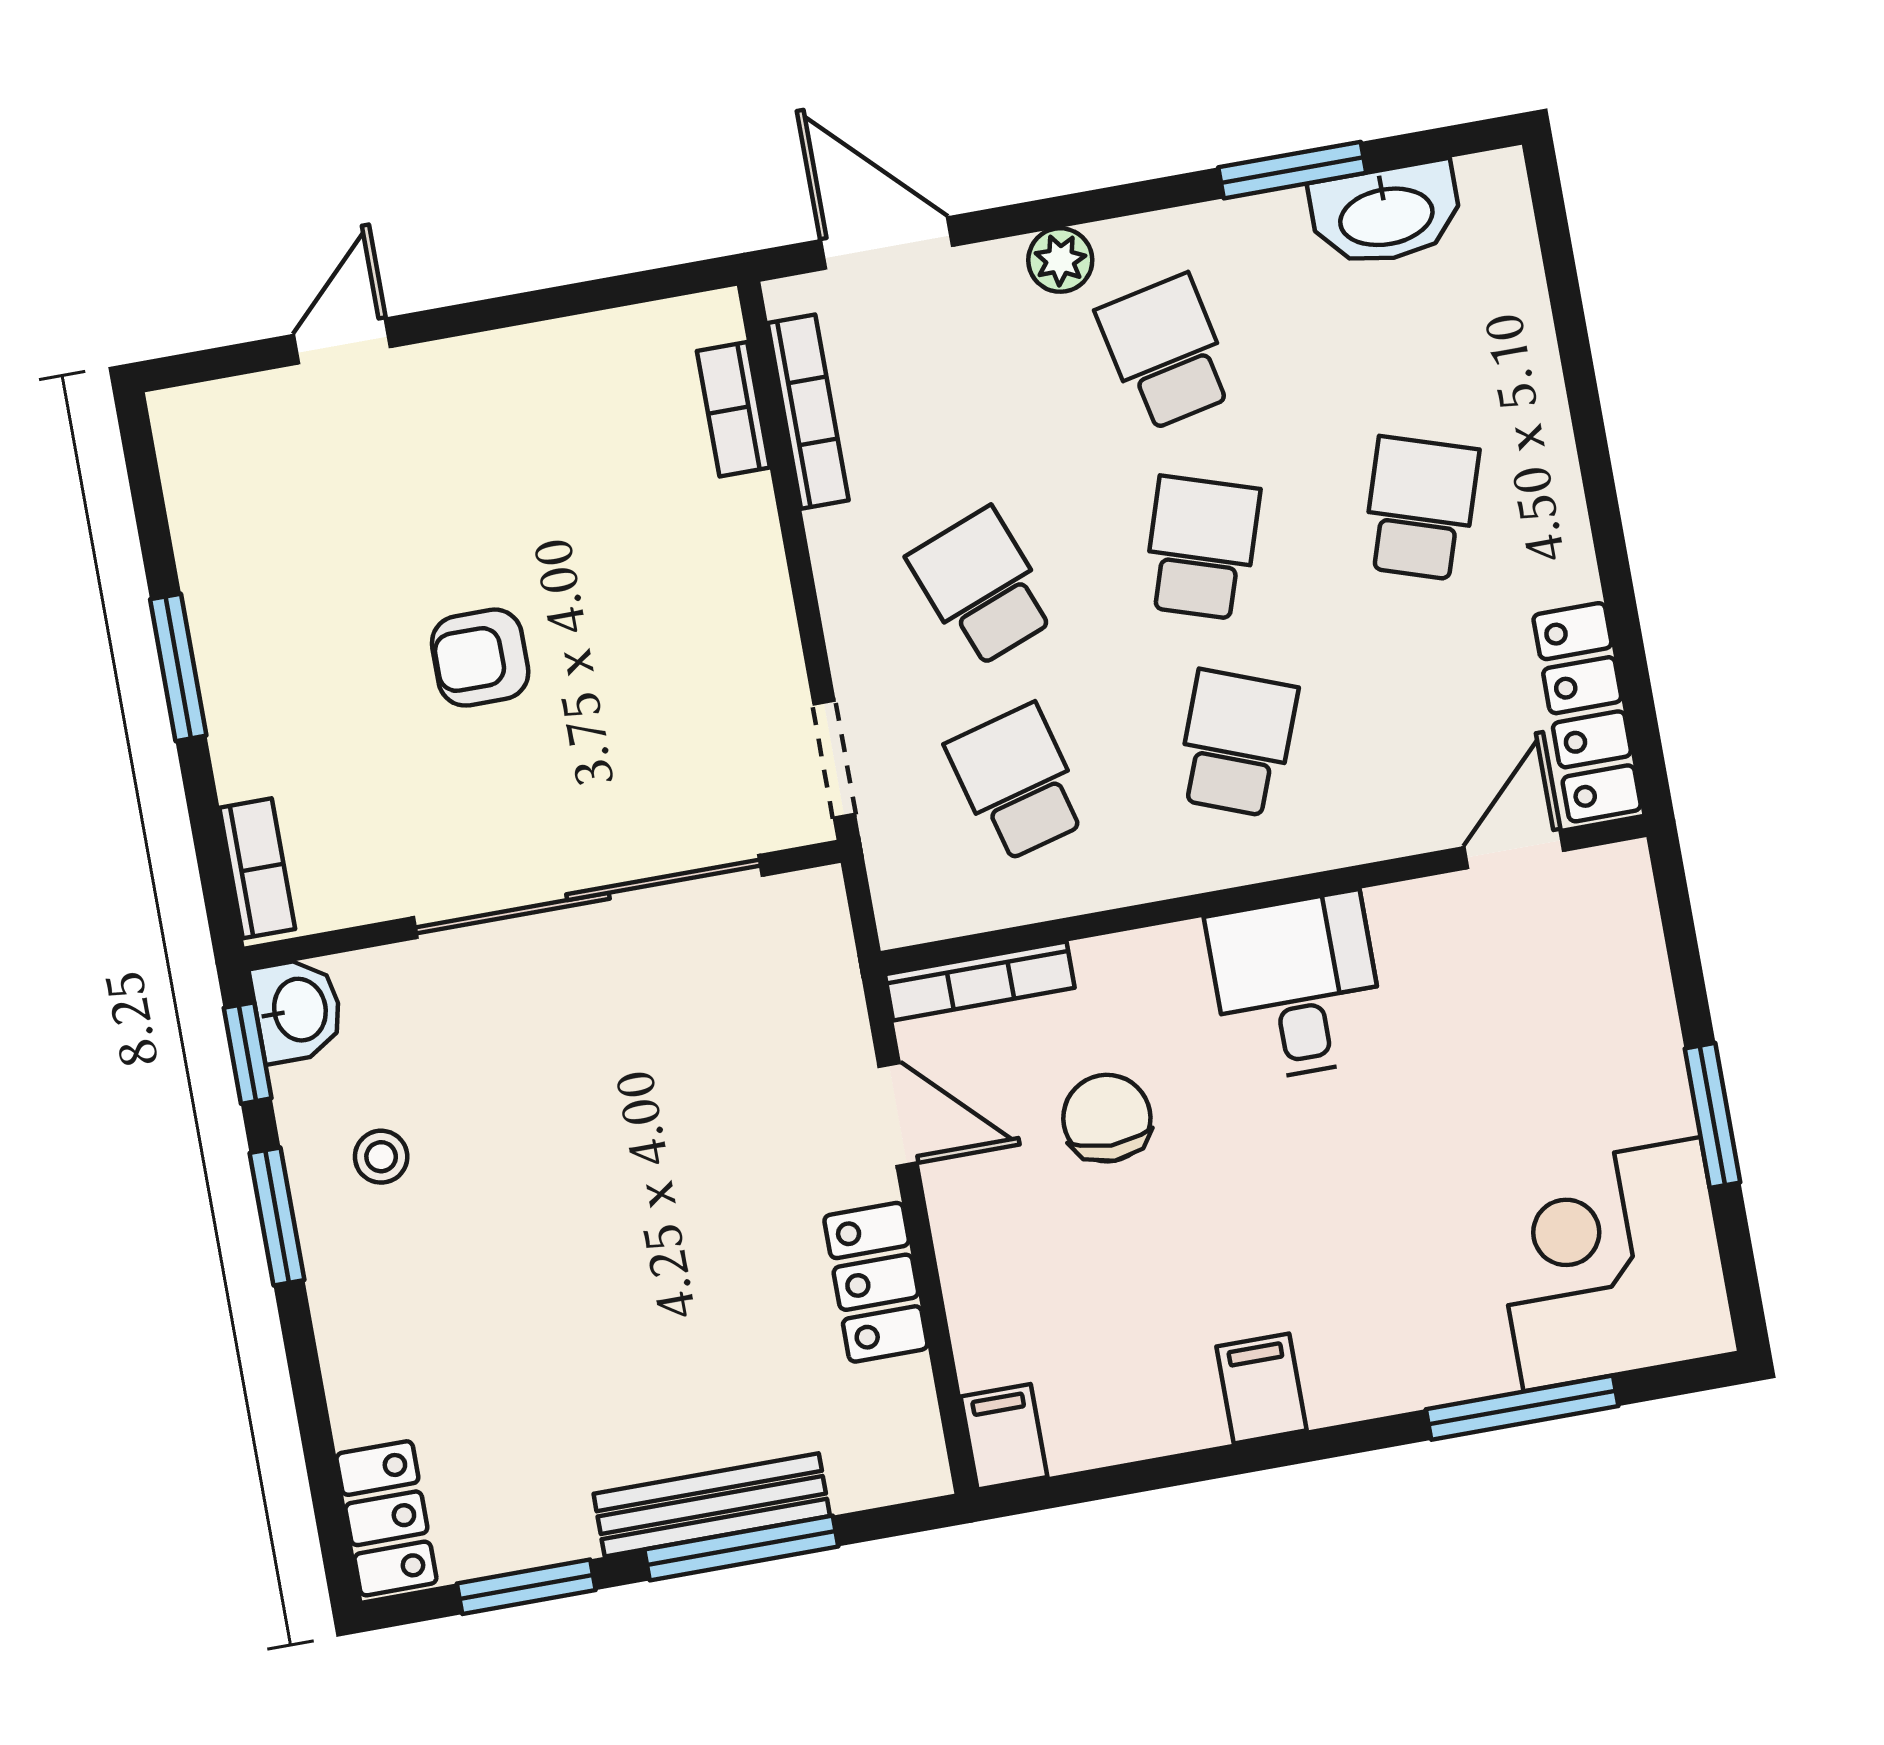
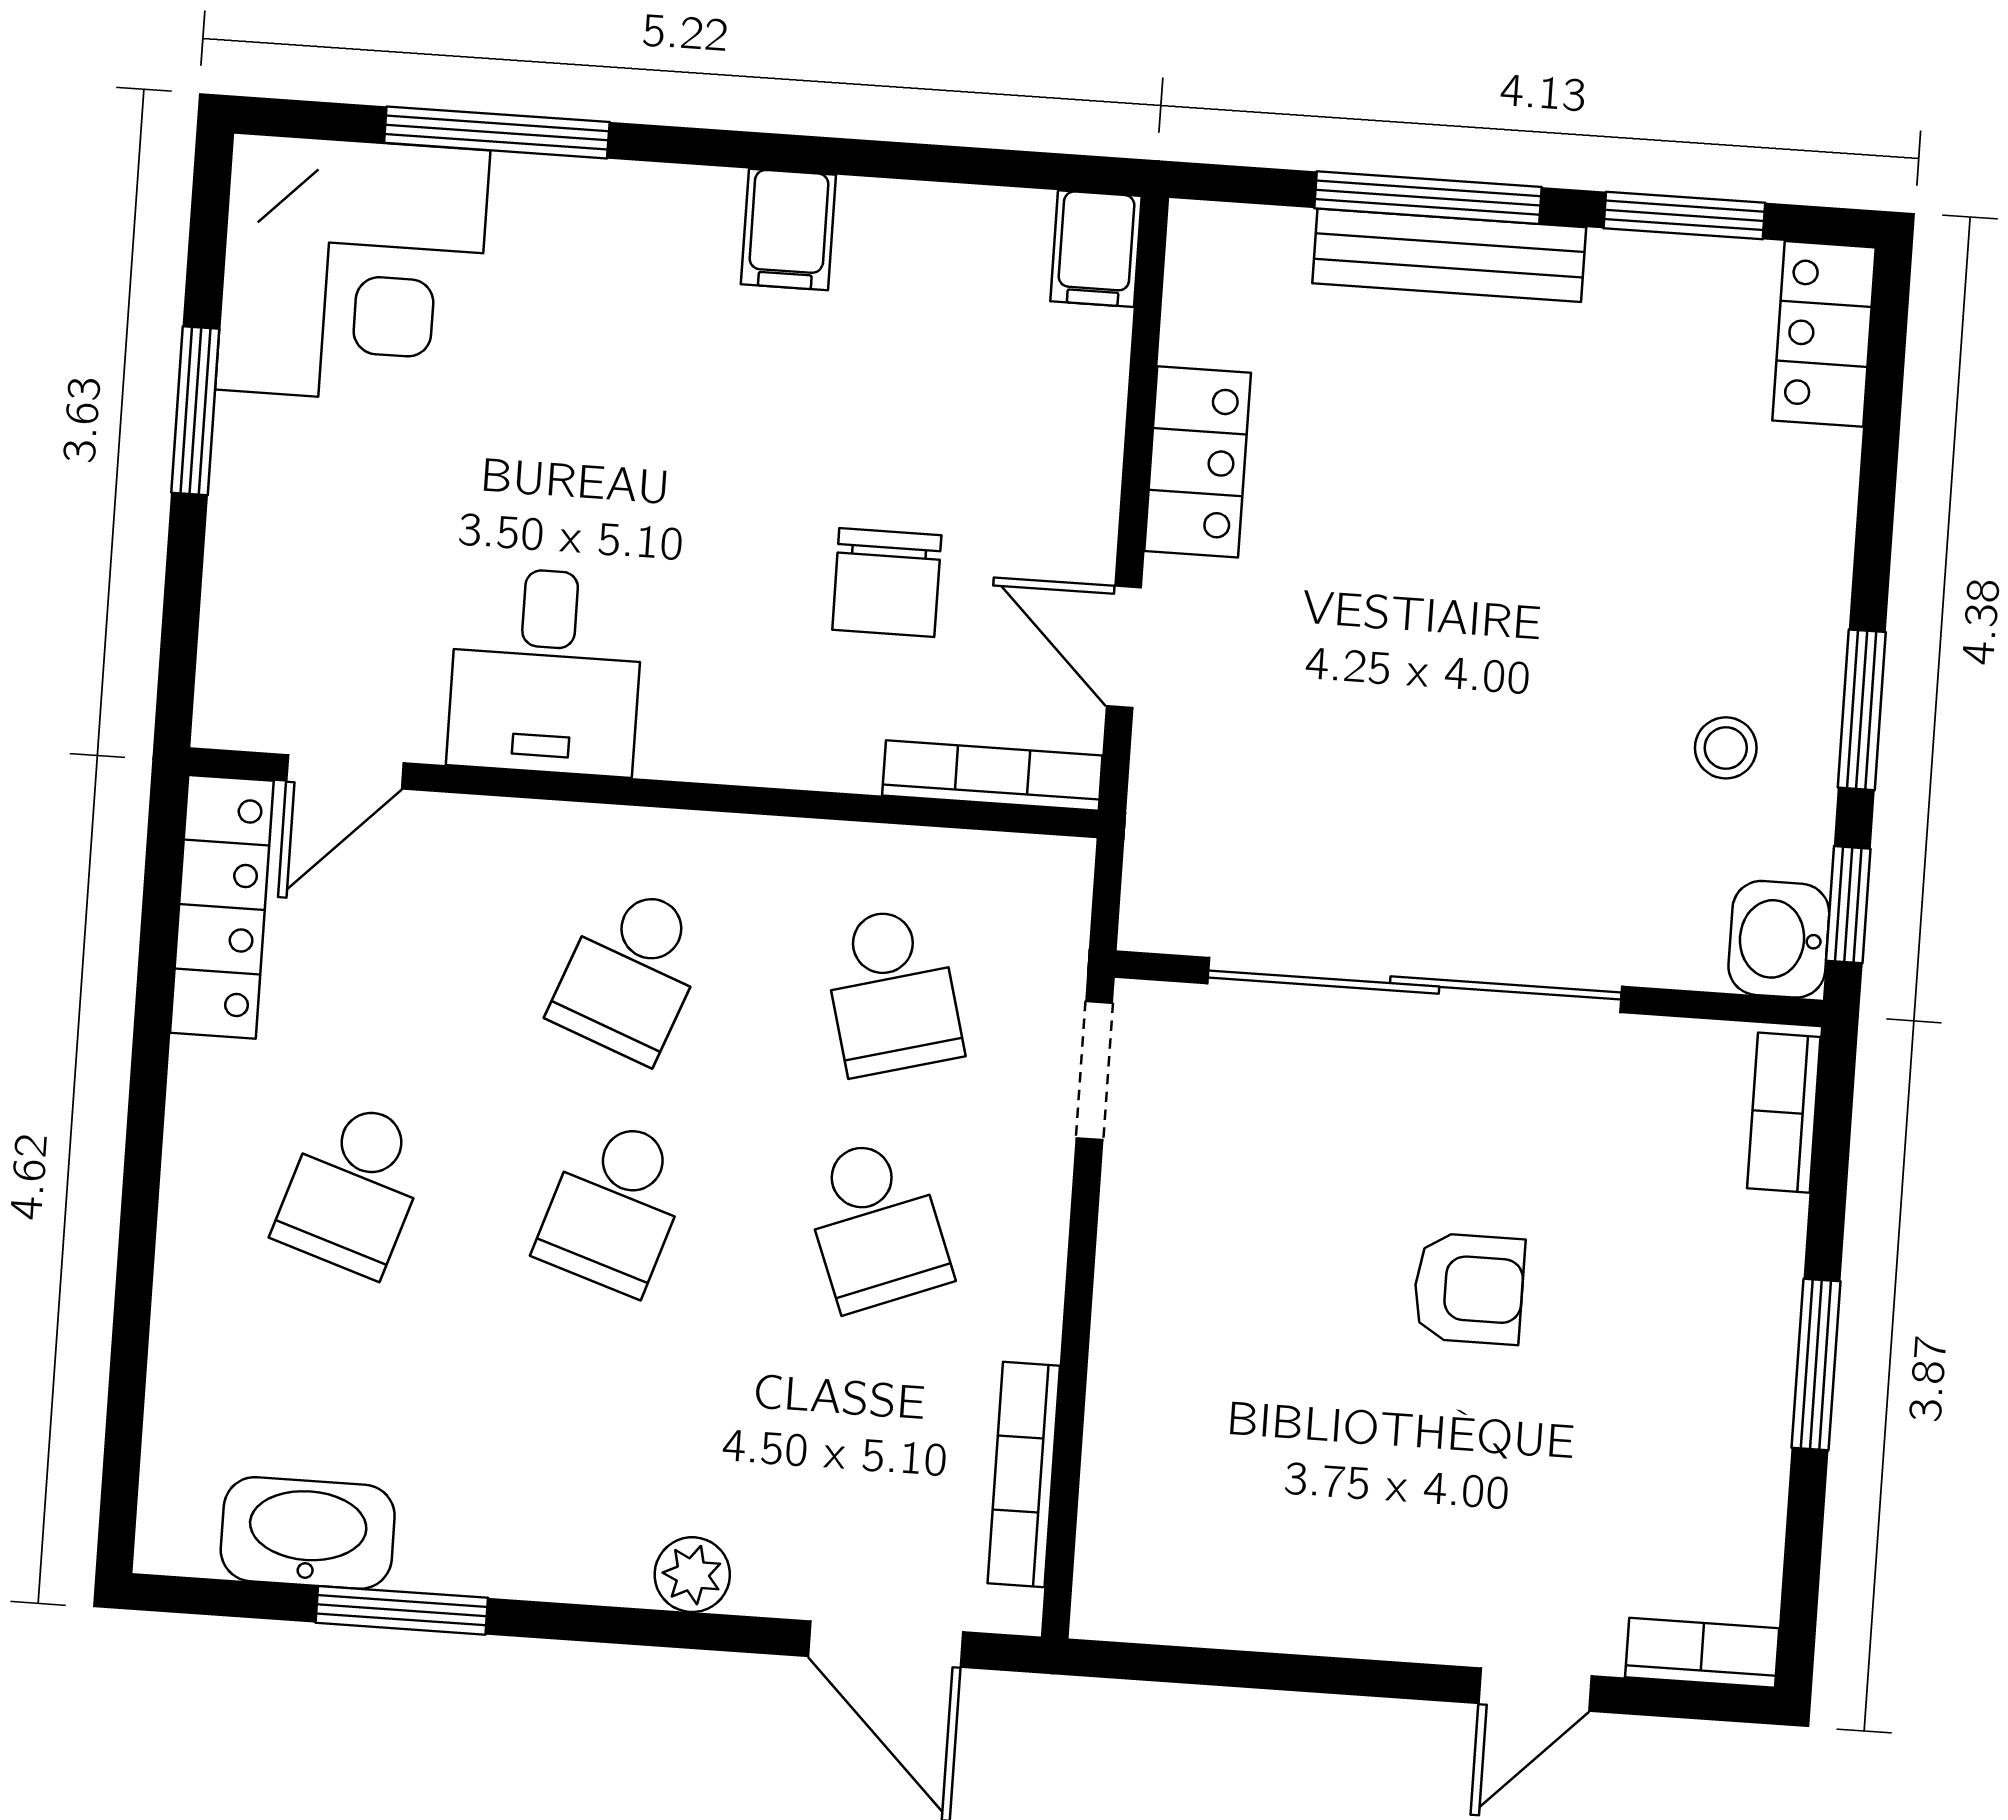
school desk: (1166, 352) -> (598, 1439), removed
bookcase: (733, 409) -> (1702, 1653), moved, turned -90
desk: (1297, 987) -> (546, 671), moved

